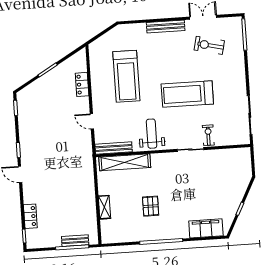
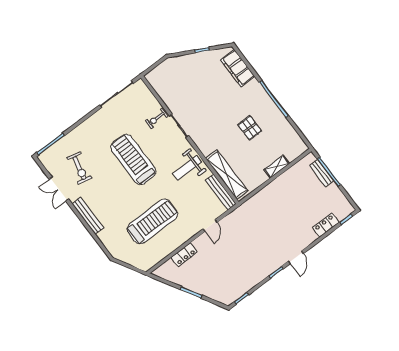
treadmill: (187, 94) -> (133, 159), turned 180
pallet: (151, 206) -> (250, 128), turned 90

